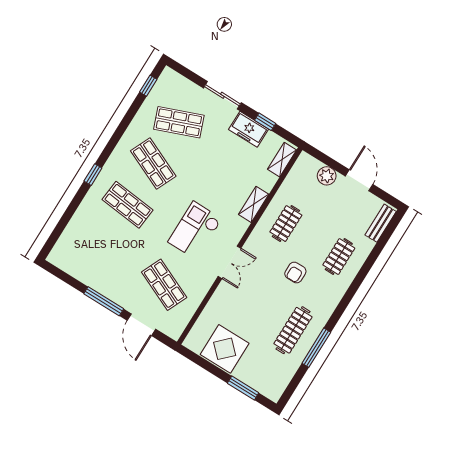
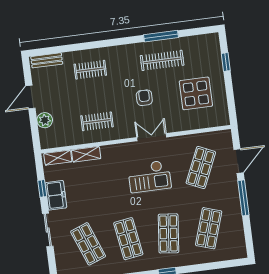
shop shelf: (153, 163) -> (128, 239), turned -33
shelving: (254, 204) -> (86, 154), moved
shop shelf: (102, 246) -> (209, 228), added
armchair: (295, 273) -> (144, 98), moved, turned -90
display table: (225, 349) -> (196, 93), moved
window: (243, 388) -> (226, 62), width x0.67

